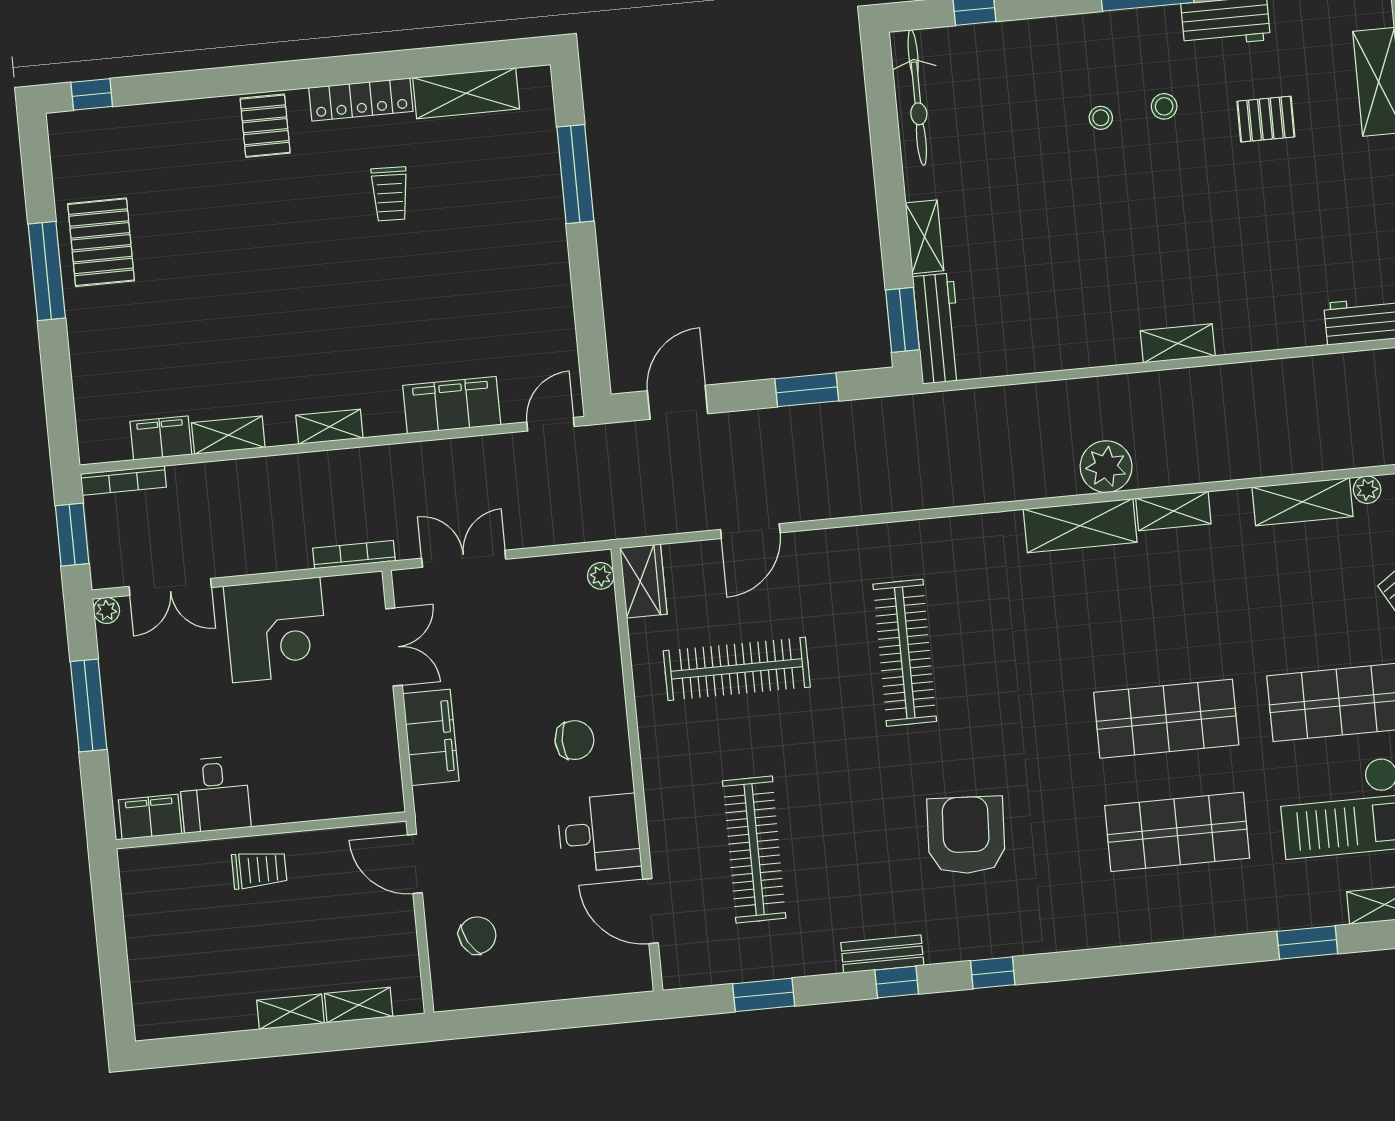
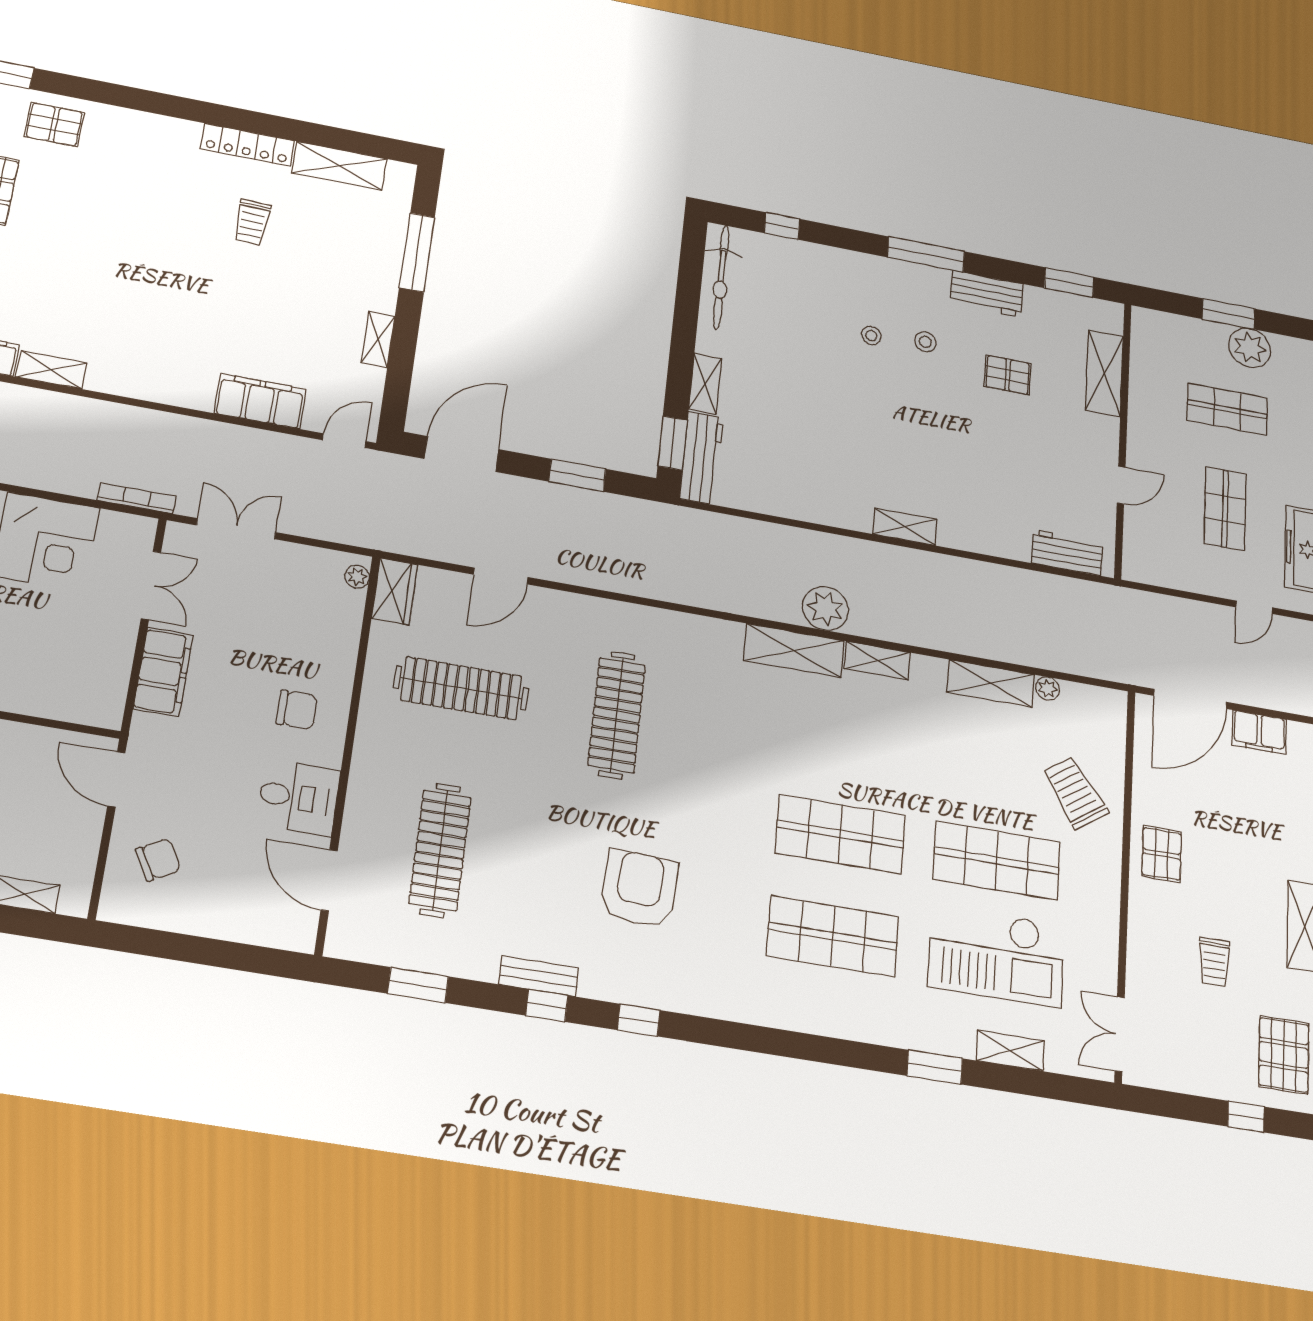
pallet: (265, 126) -> (54, 125), moved, turned 90
door: (678, 402) -> (461, 454), width x1.36
shelving: (329, 427) -> (378, 339), moved, turned 90

